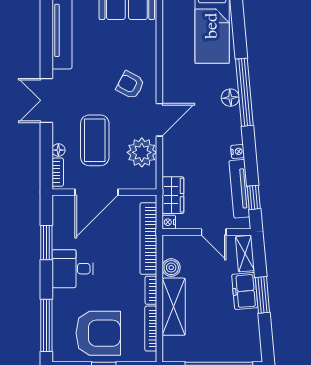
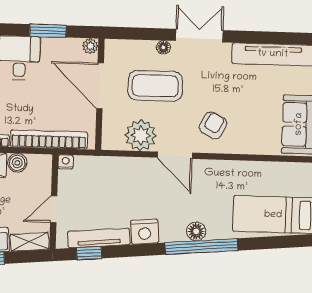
floor lamp: (58, 150) -> (163, 47), moved
nightstand: (238, 151) -> (145, 232), width x1.89, depth x1.79
bookcase: (58, 172) -> (123, 45), removed
wardrobe: (173, 195) -> (94, 167), removed
plant: (59, 202) -> (90, 46), added

